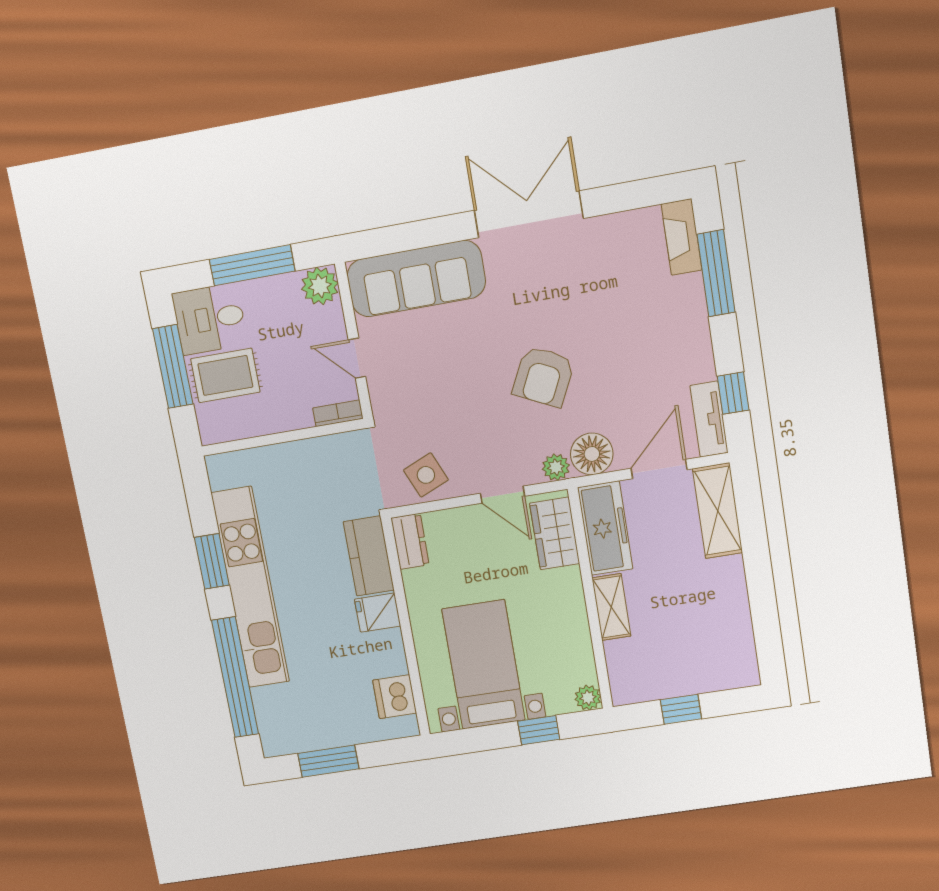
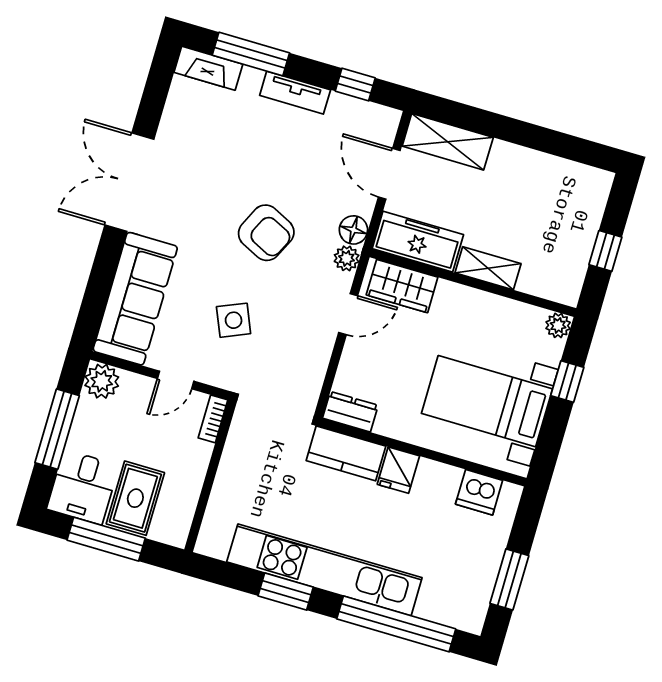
tv unit: (709, 419) -> (295, 93), moved
floor lamp: (592, 454) -> (353, 230), width x0.73, depth x0.73
side table: (426, 475) -> (234, 320), moved

